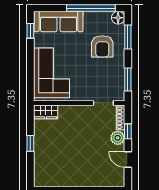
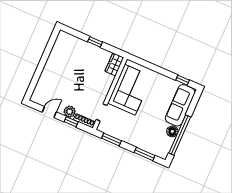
floor lamp: (118, 18) -> (172, 131), moved
armchair: (102, 46) -> (146, 131), removed
corner sofa: (51, 73) -> (130, 90), moved, turned -90

